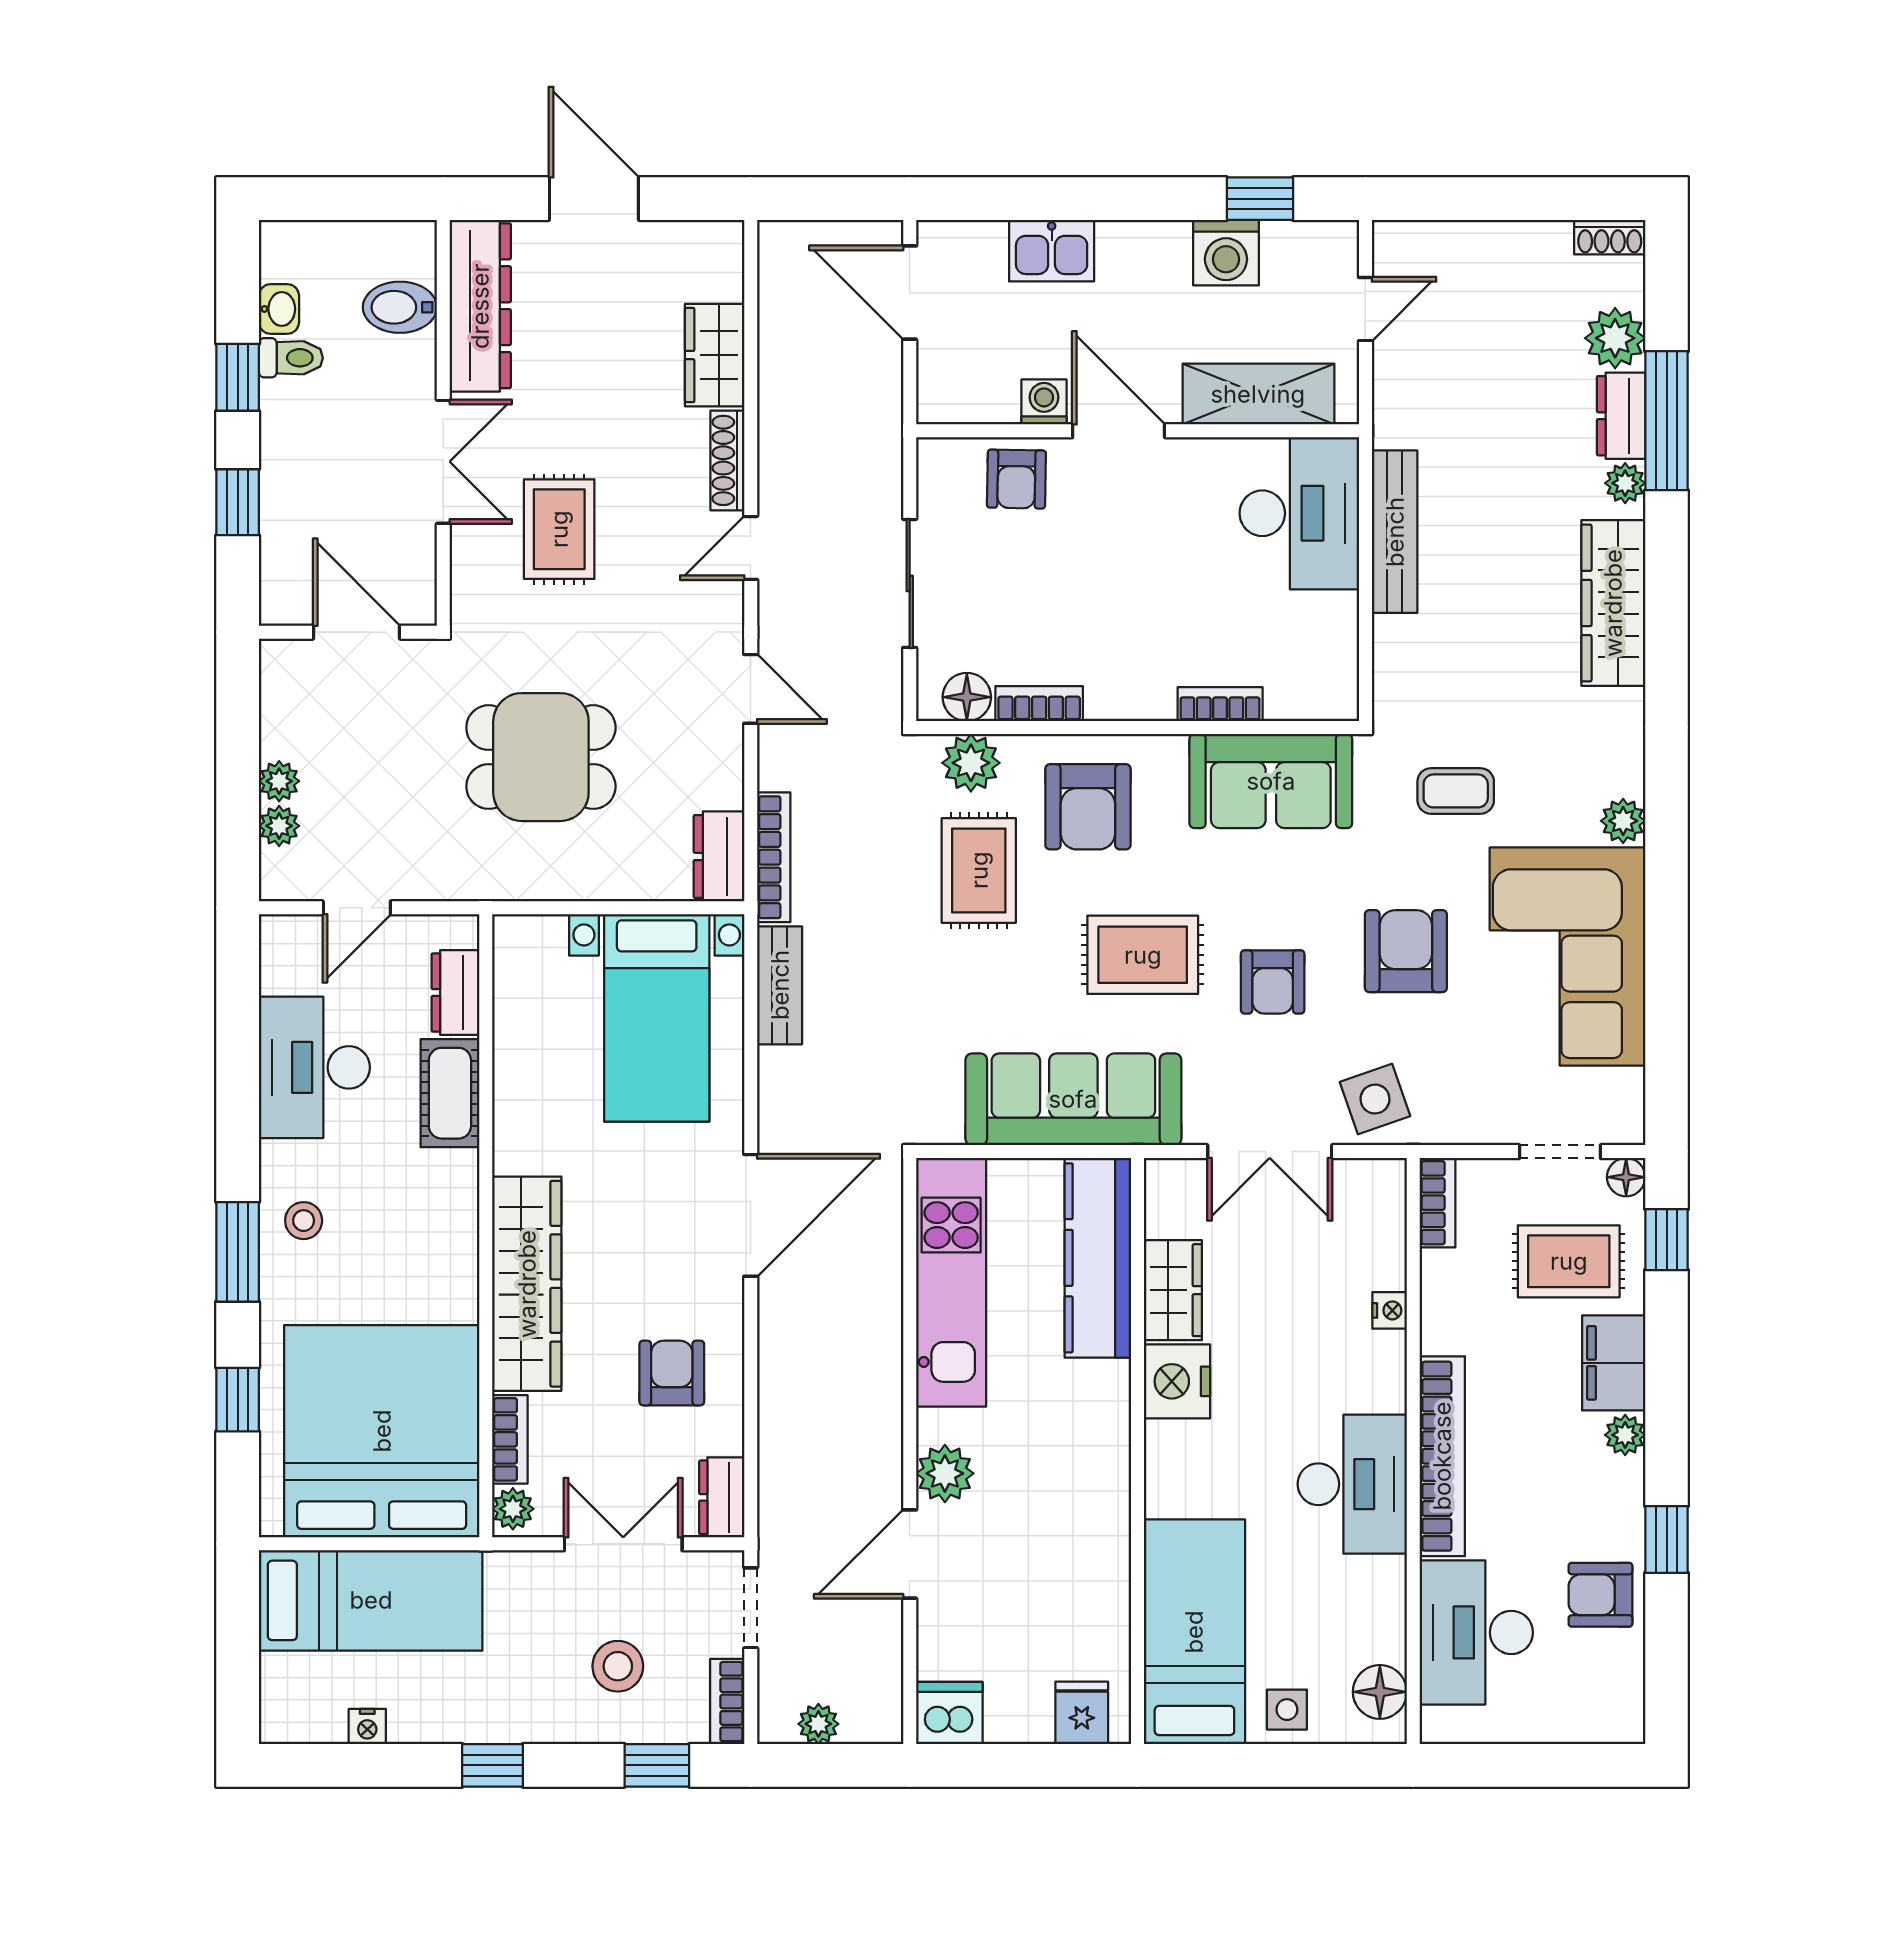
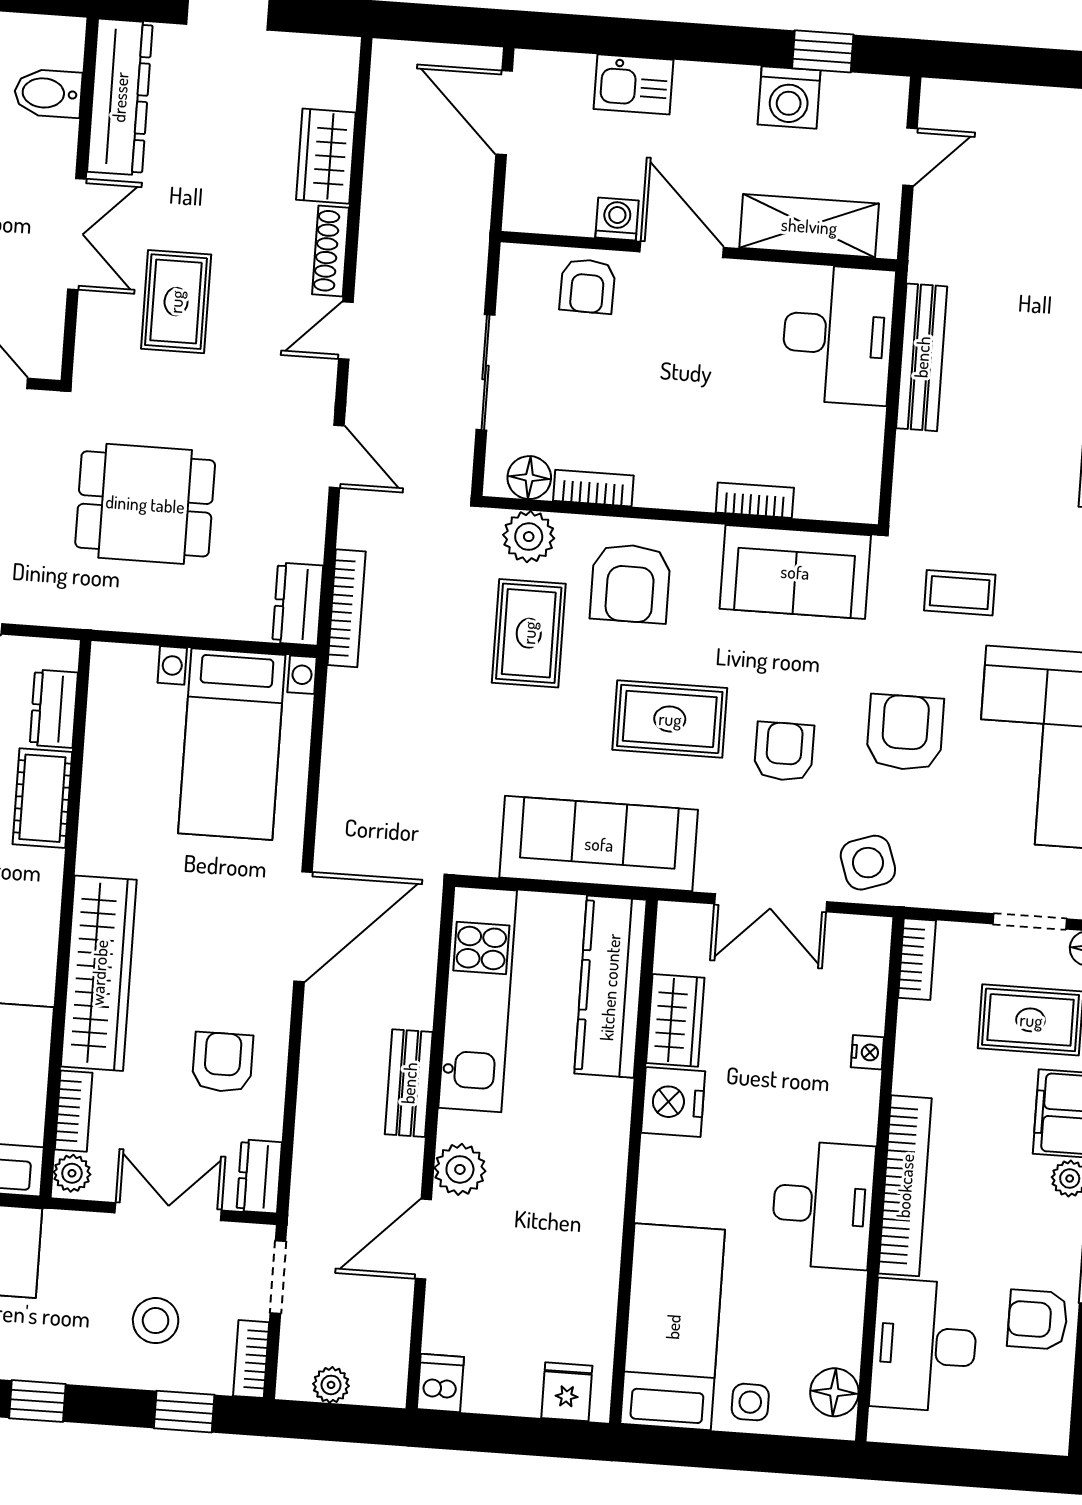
armchair: (1273, 982) -> (784, 752), turned 180
bench: (780, 985) -> (409, 1083), moved
dishwasher: (949, 1713) -> (440, 1383), width x0.73

